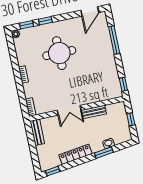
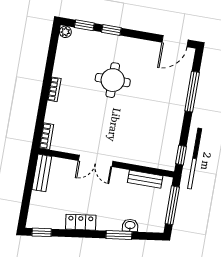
round table: (59, 53) -> (113, 80), width x0.73, depth x0.73
bench: (94, 112) -> (145, 179), moved
window: (131, 119) -> (172, 205), width x2.17
locker: (75, 154) -> (81, 222), width x0.66

